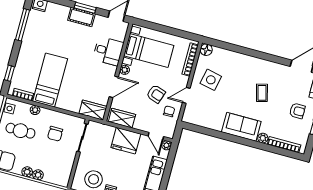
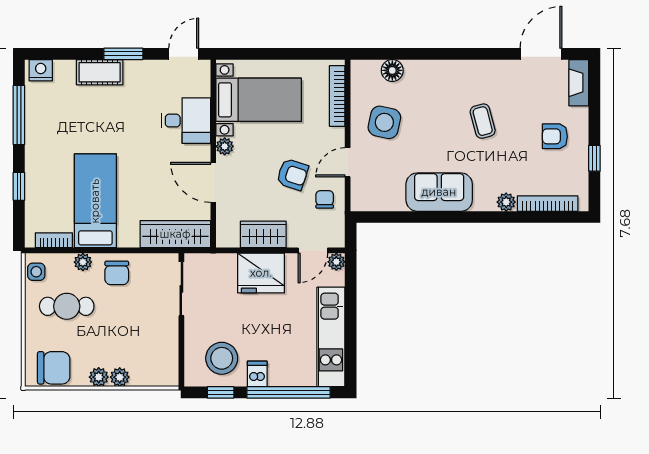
cot: (81, 17) -> (100, 72), moved
floor lamp: (206, 50) -> (392, 70), moved
window: (9, 73) -> (19, 186), moved
door: (114, 87) -> (213, 182), swing flipped
wardrobe: (93, 110) -> (175, 234), width x1.50
armchair: (297, 111) -> (555, 136), turned 180
wardrobe: (122, 118) -> (263, 234), moved
sofa: (241, 127) -> (439, 192), moved
chair: (55, 134) -> (117, 273), moved
door: (156, 136) -> (313, 250), hinge flipped

